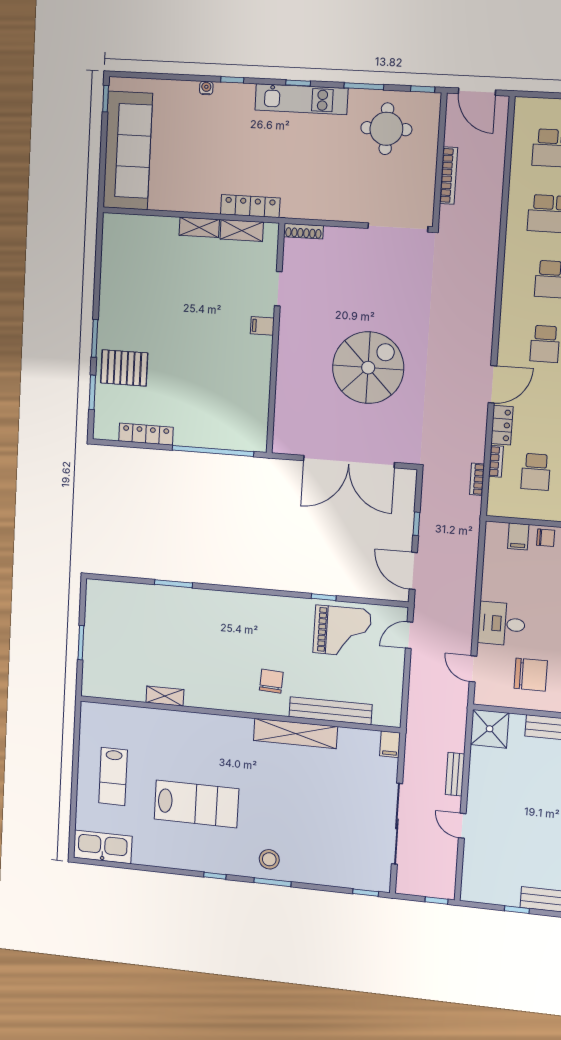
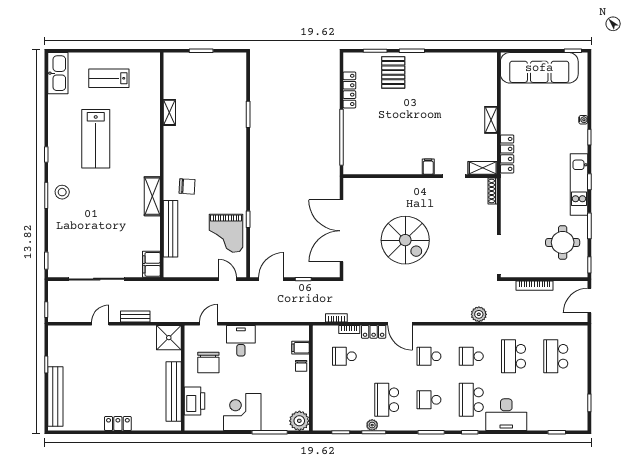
shelving: (242, 231) -> (483, 168), moved, turned 90
plant: (486, 264) -> (479, 314), added
shelving: (295, 734) -> (152, 196), width x0.68
filing cabinet: (390, 744) -> (151, 264), width x2.00

